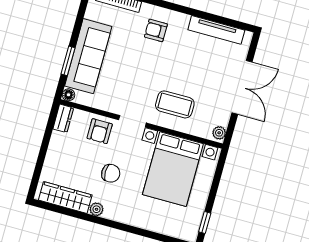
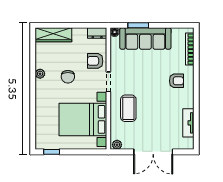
armchair: (156, 30) -> (176, 81), turned 90
tv unit: (216, 30) -> (188, 123), width x0.71
wardrobe: (65, 197) -> (53, 35), moved, turned 90

